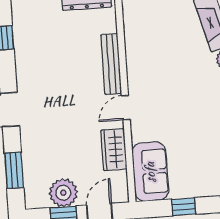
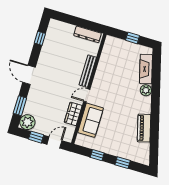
sofa: (150, 172) -> (91, 120), moved
plant: (63, 193) -> (27, 122), moved

